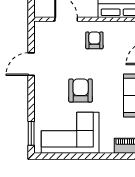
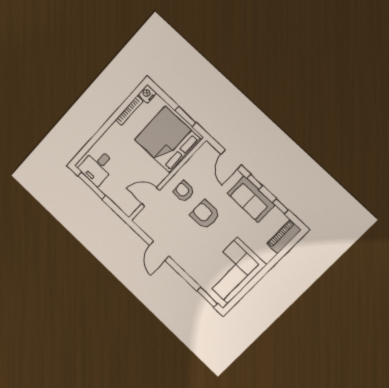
armchair: (81, 91) -> (205, 215), moved

